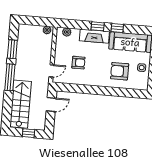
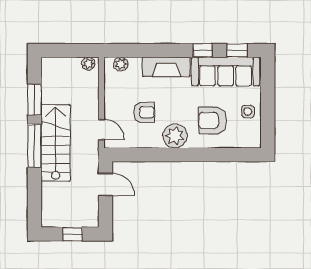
window: (98, 26) -> (237, 50), moved
door: (52, 71) -> (101, 129), hinge flipped
plant: (96, 79) -> (175, 136), added
stairs: (21, 104) -> (56, 143), moved
door: (51, 105) -> (106, 184), hinge flipped

